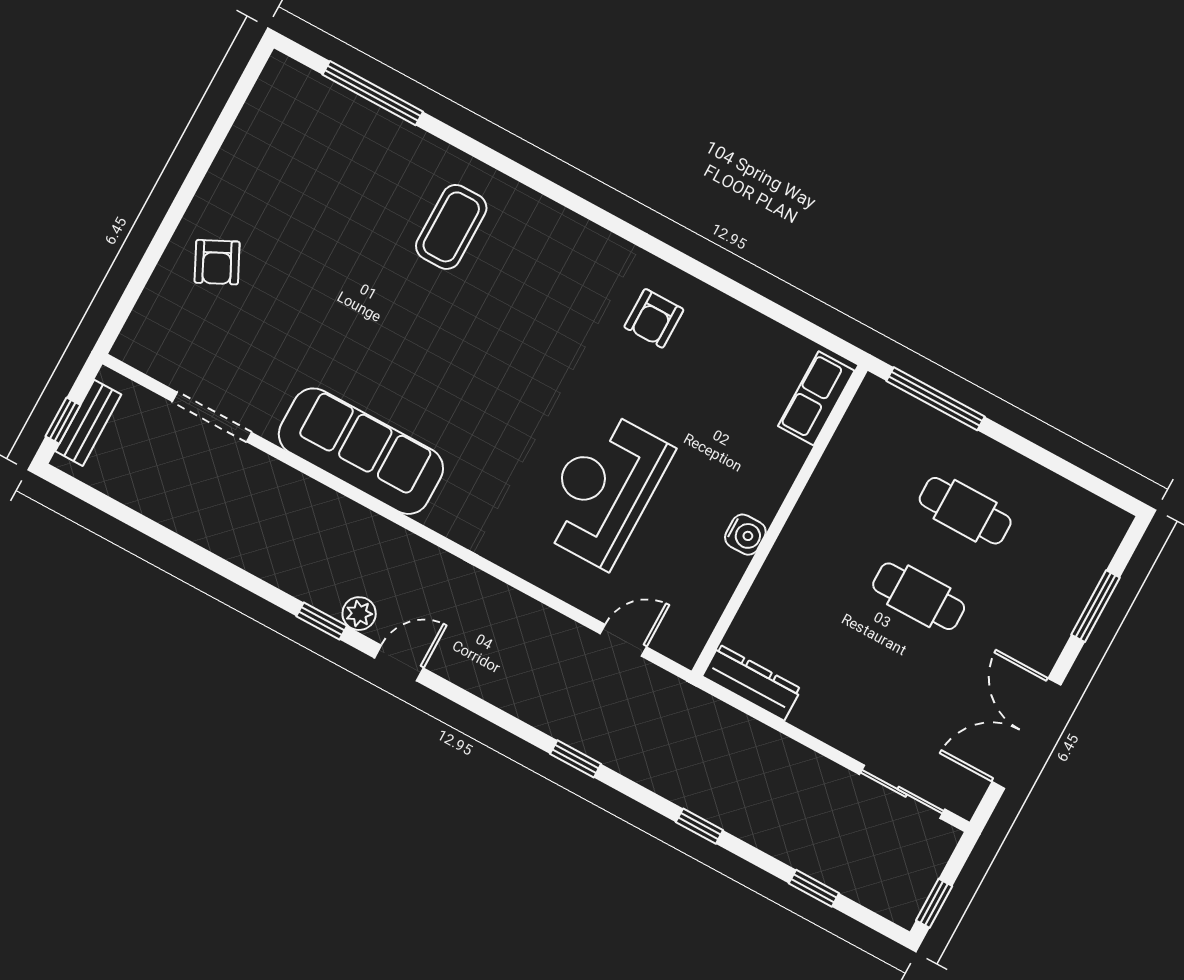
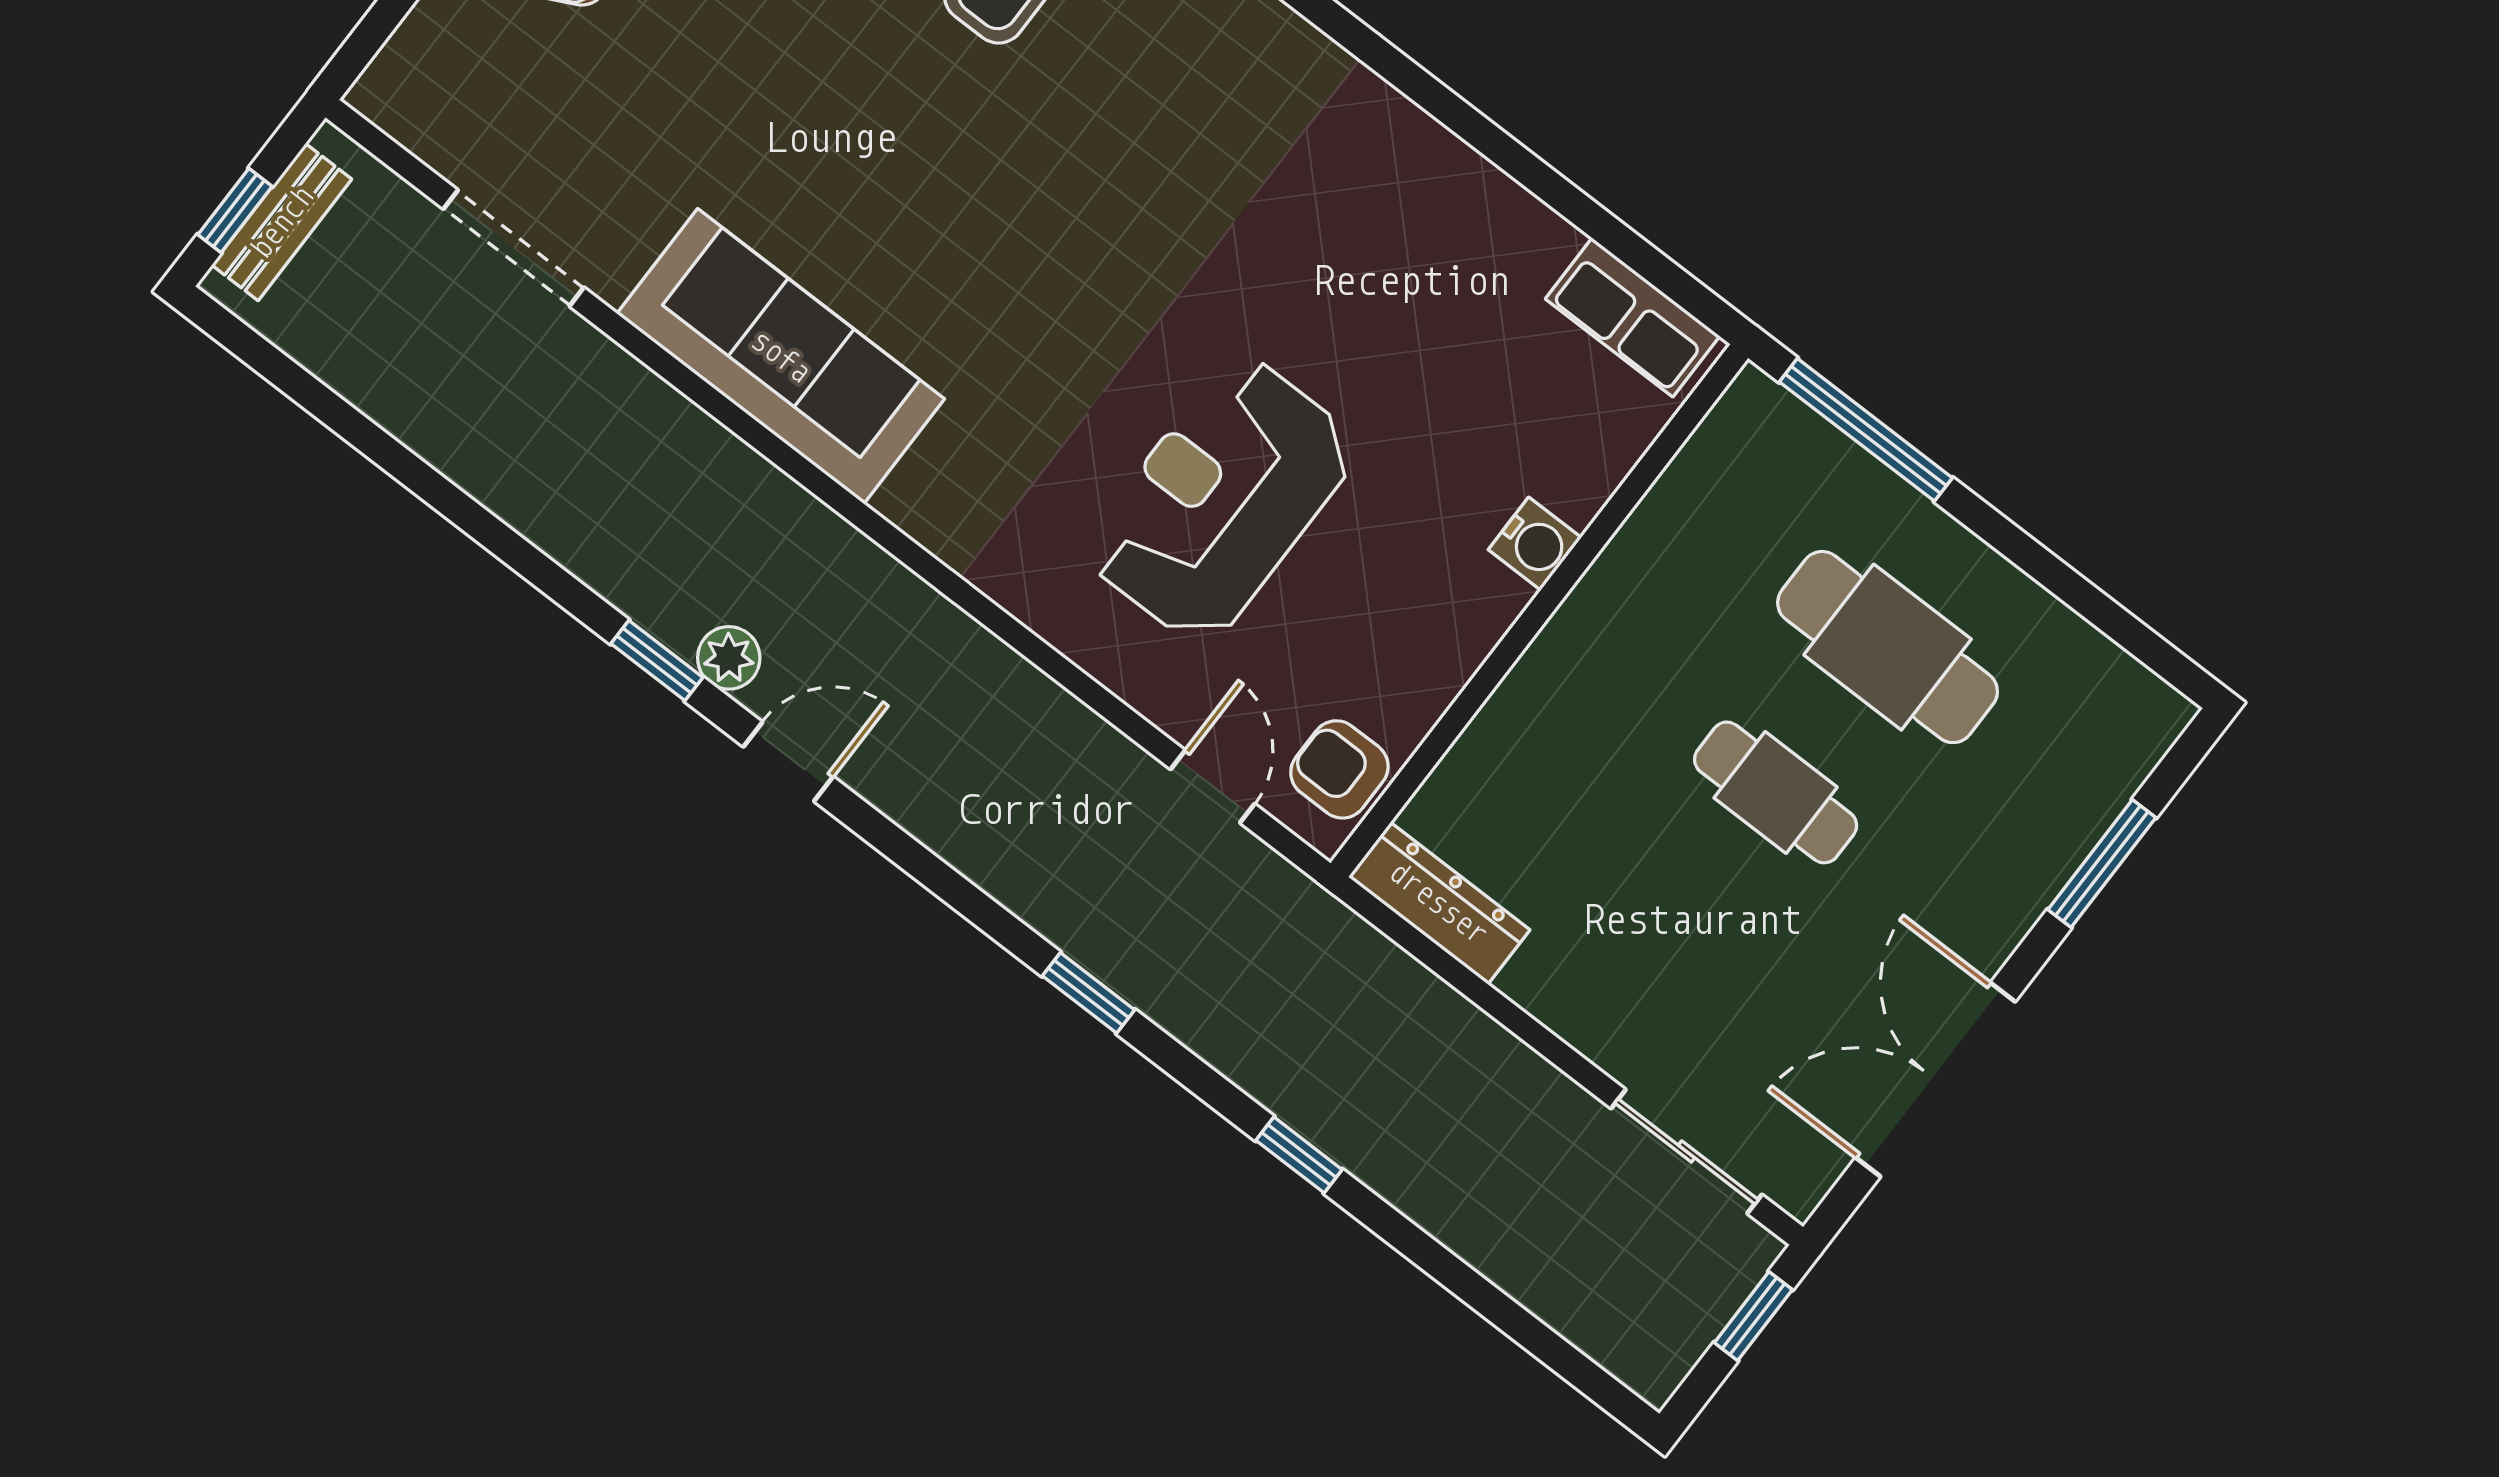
armchair: (654, 318) -> (1339, 769), moved, turned 90
row of seats: (816, 398) -> (1633, 317), moved, turned -90
cafe table: (965, 511) -> (1888, 647), width x1.37, depth x1.35
water cooler: (745, 535) -> (1535, 544), moved
door: (623, 640) -> (1213, 786), hinge flipped
window: (814, 888) -> (1494, 1305), removed
window: (934, 903) -> (1753, 1316), moved

